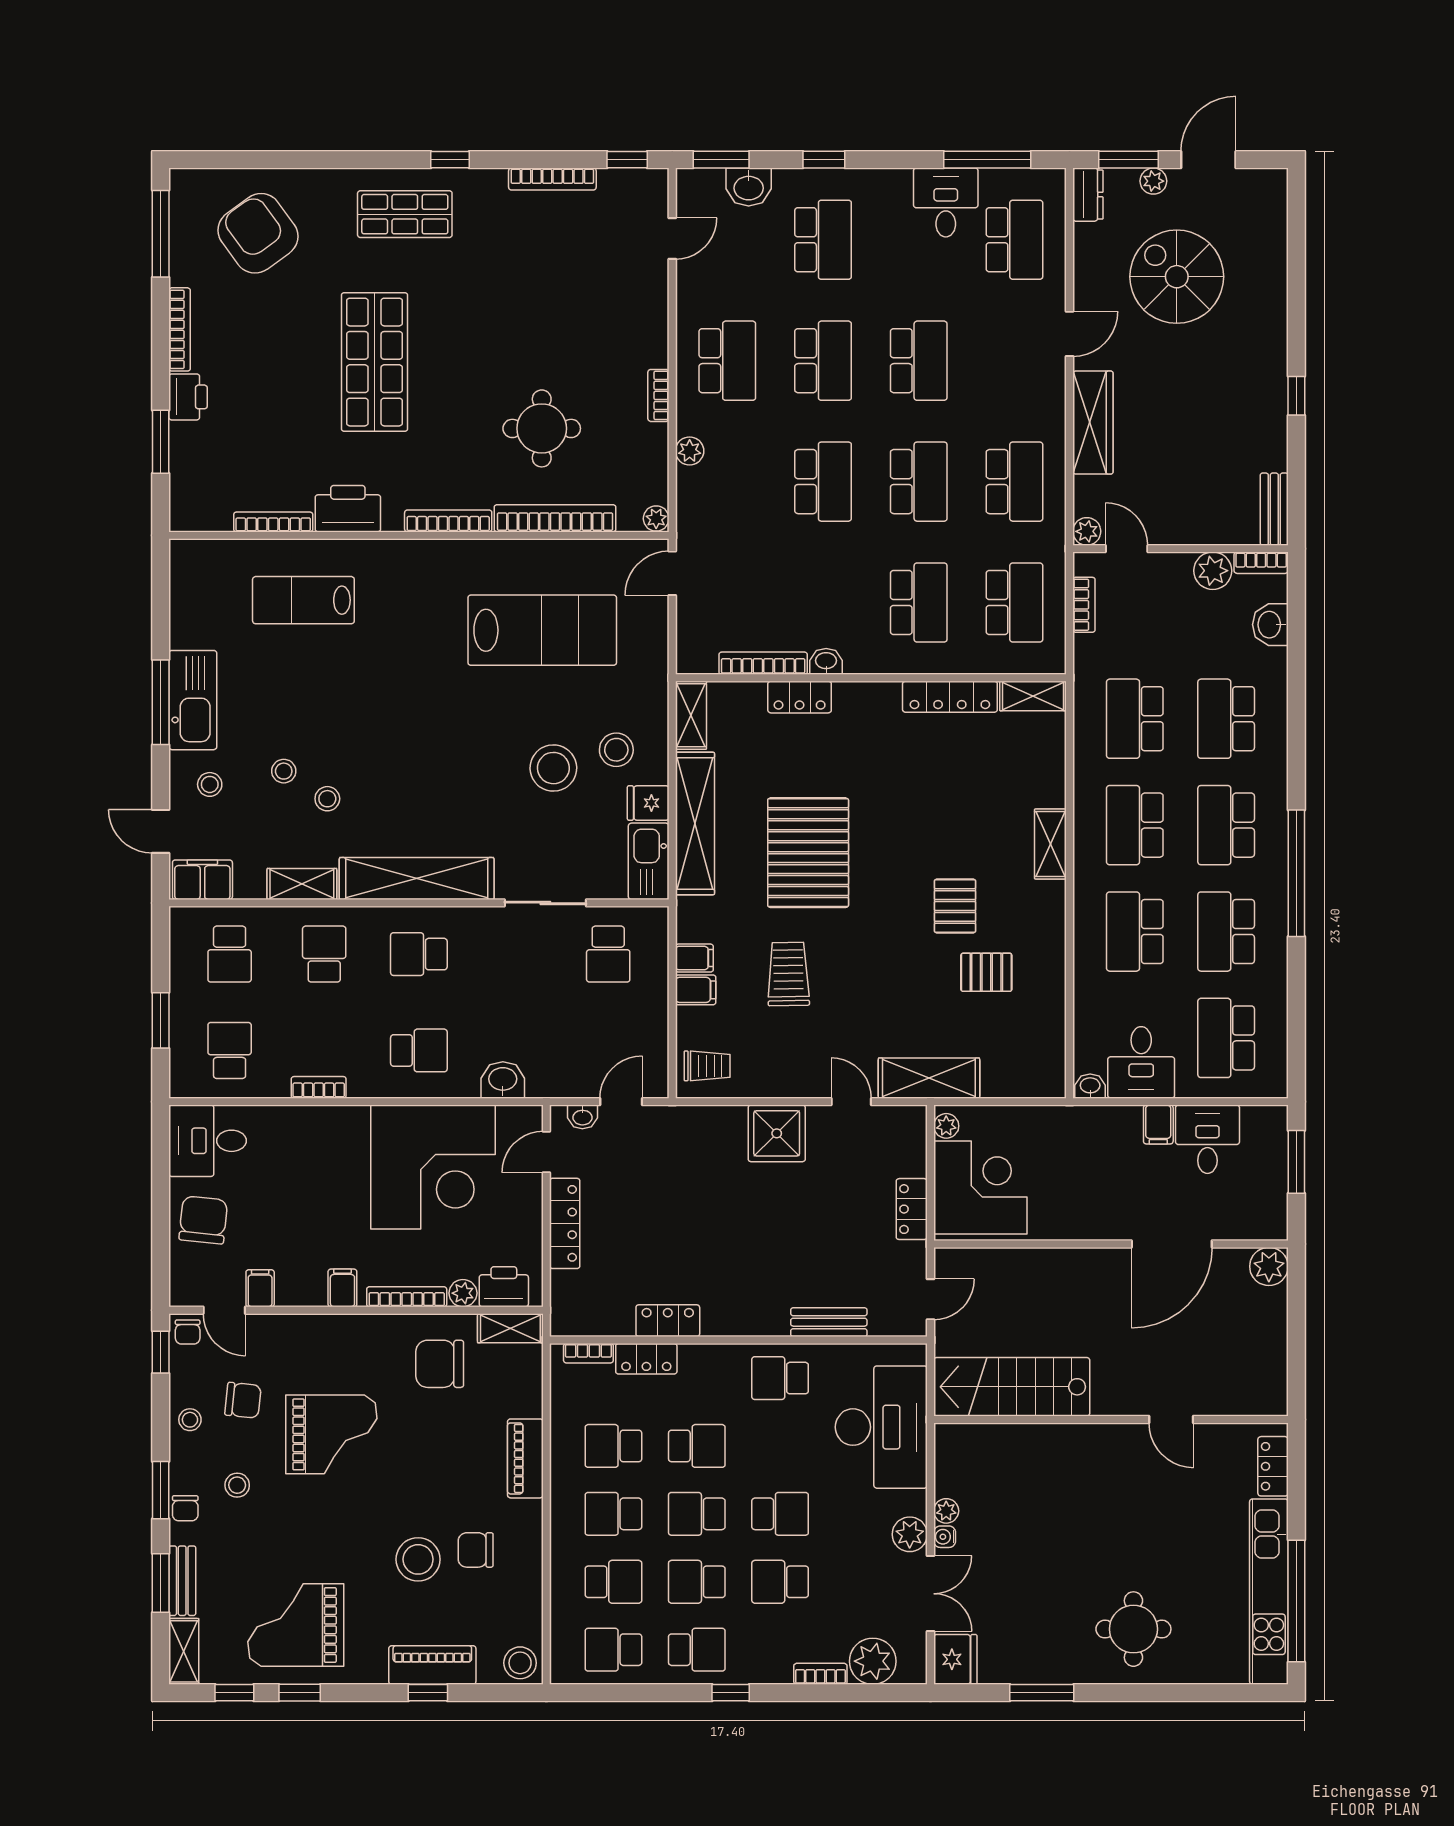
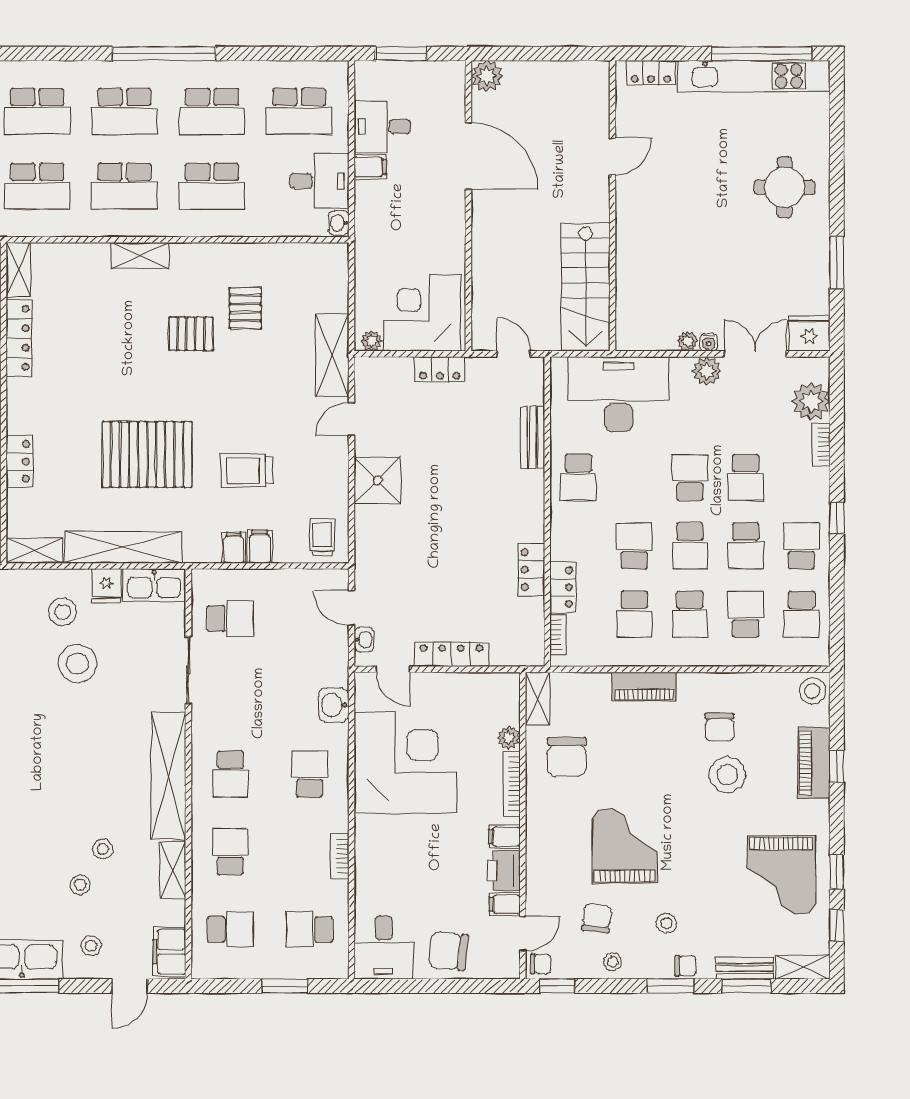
school desk: (324, 954) -> (230, 852), turned 90
printer: (504, 1287) -> (503, 871), moved

